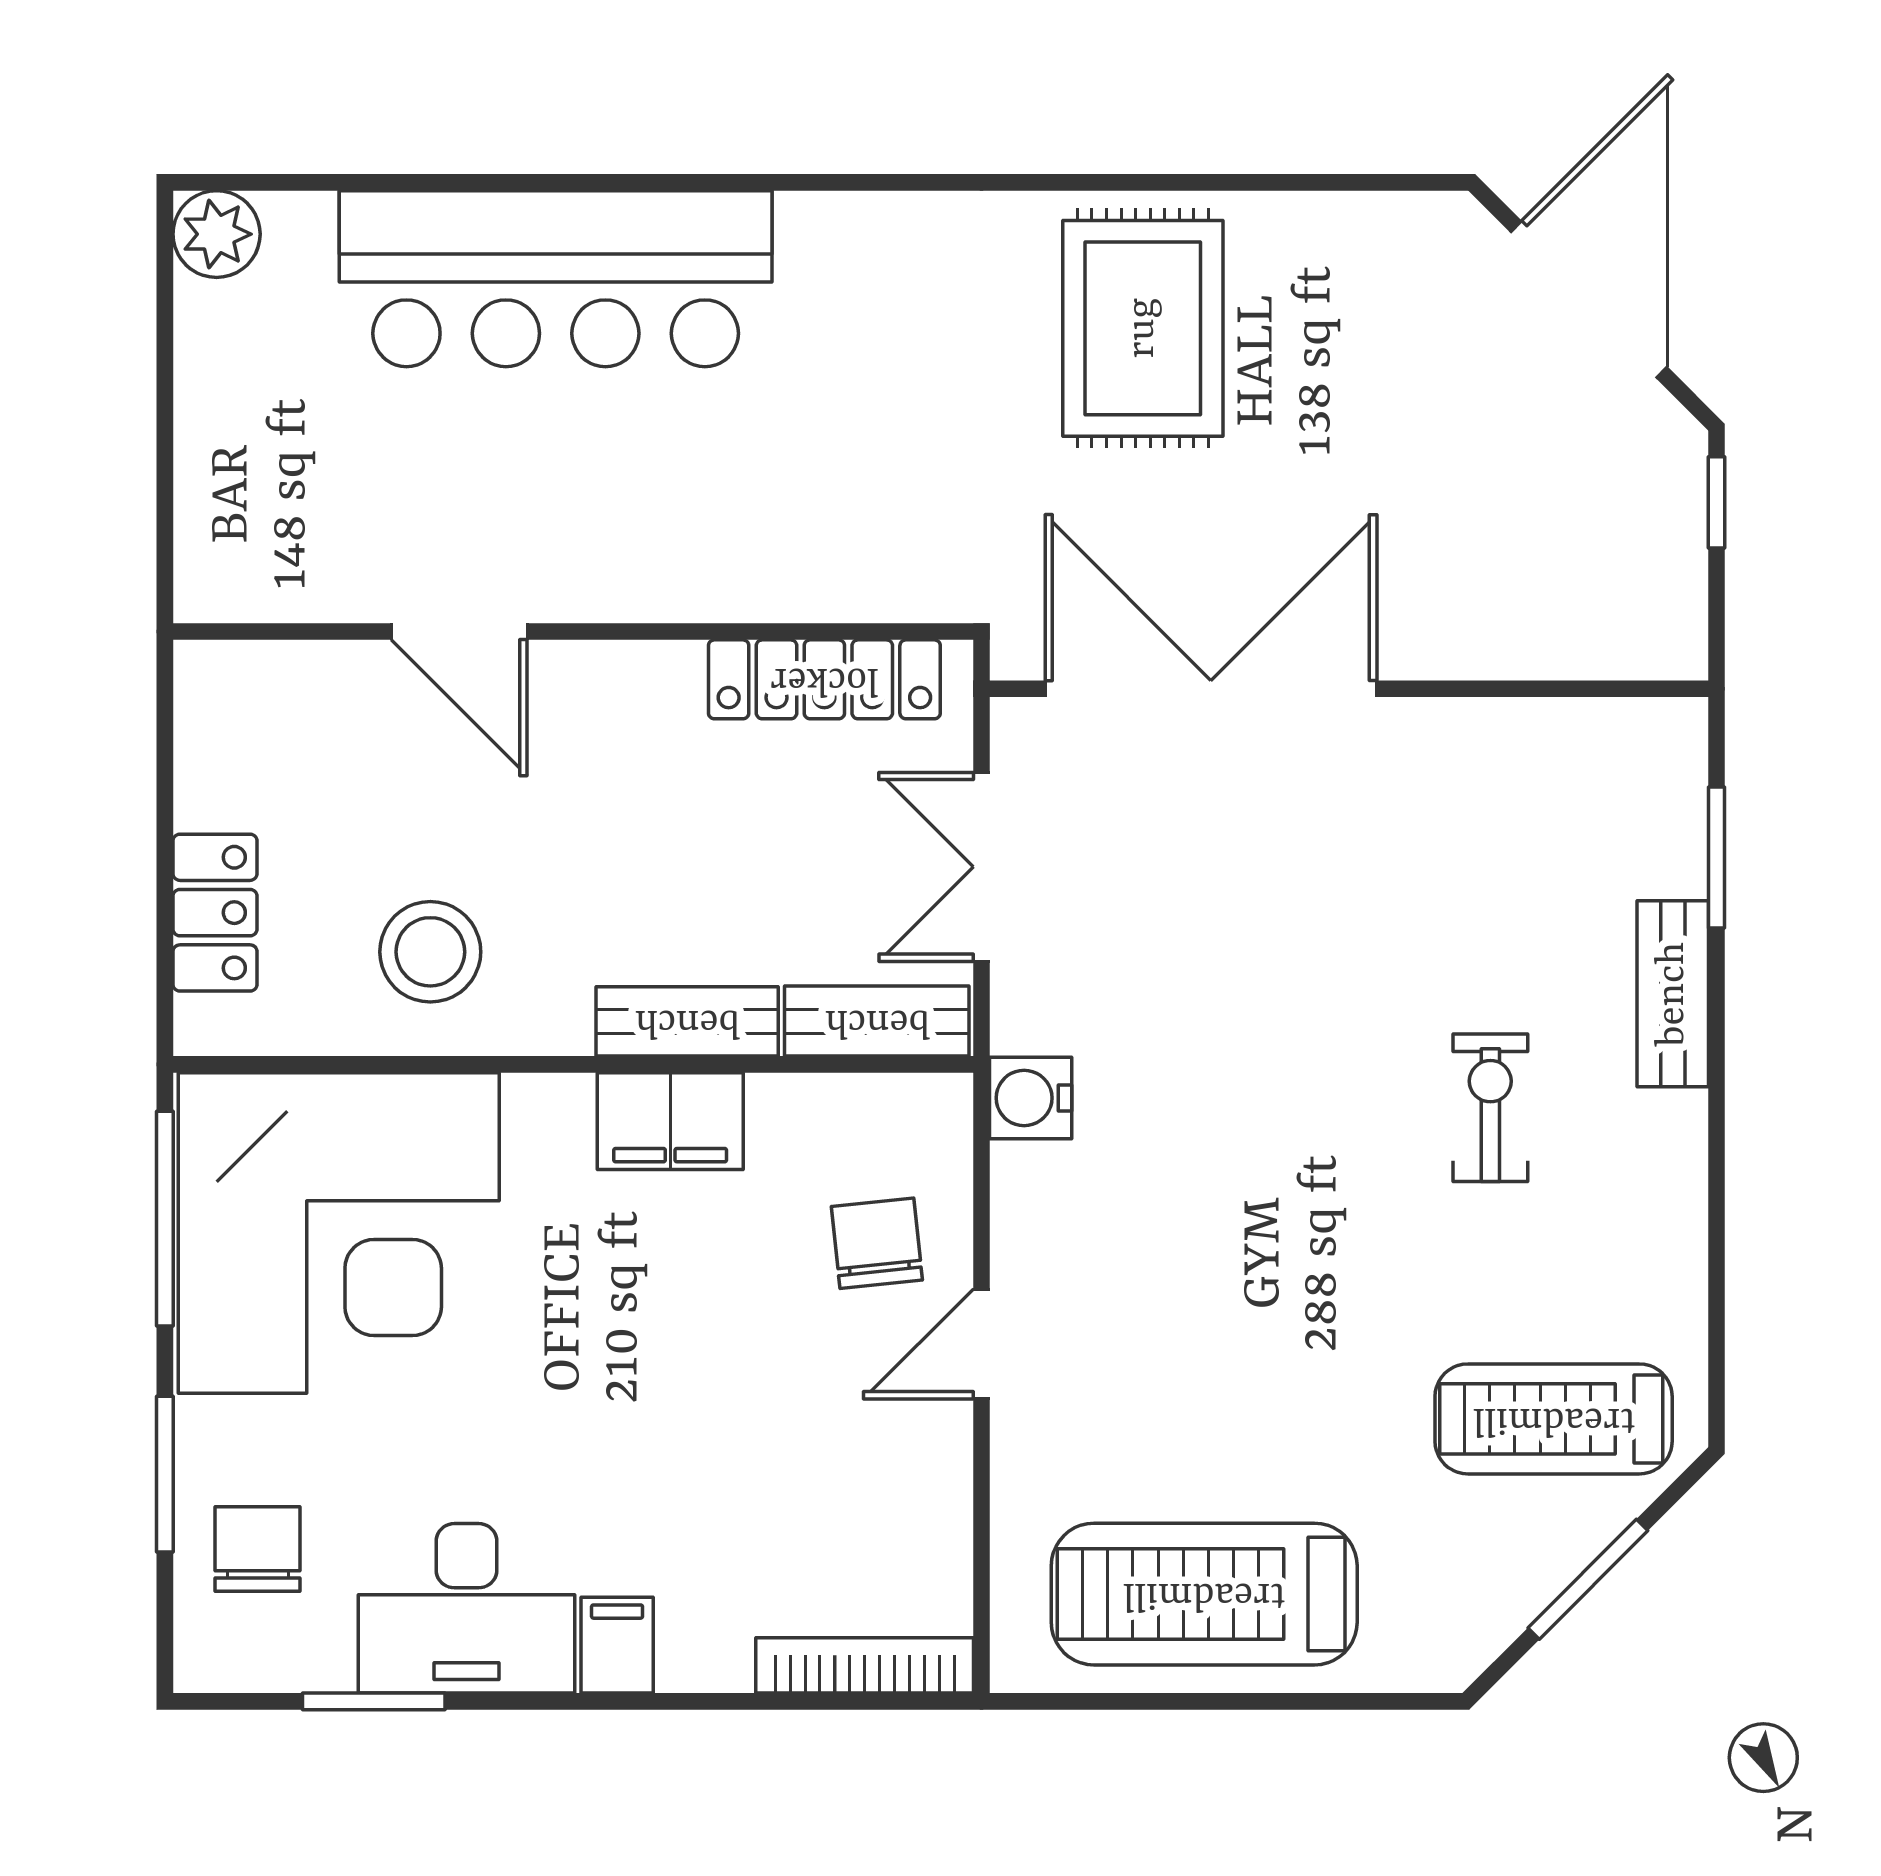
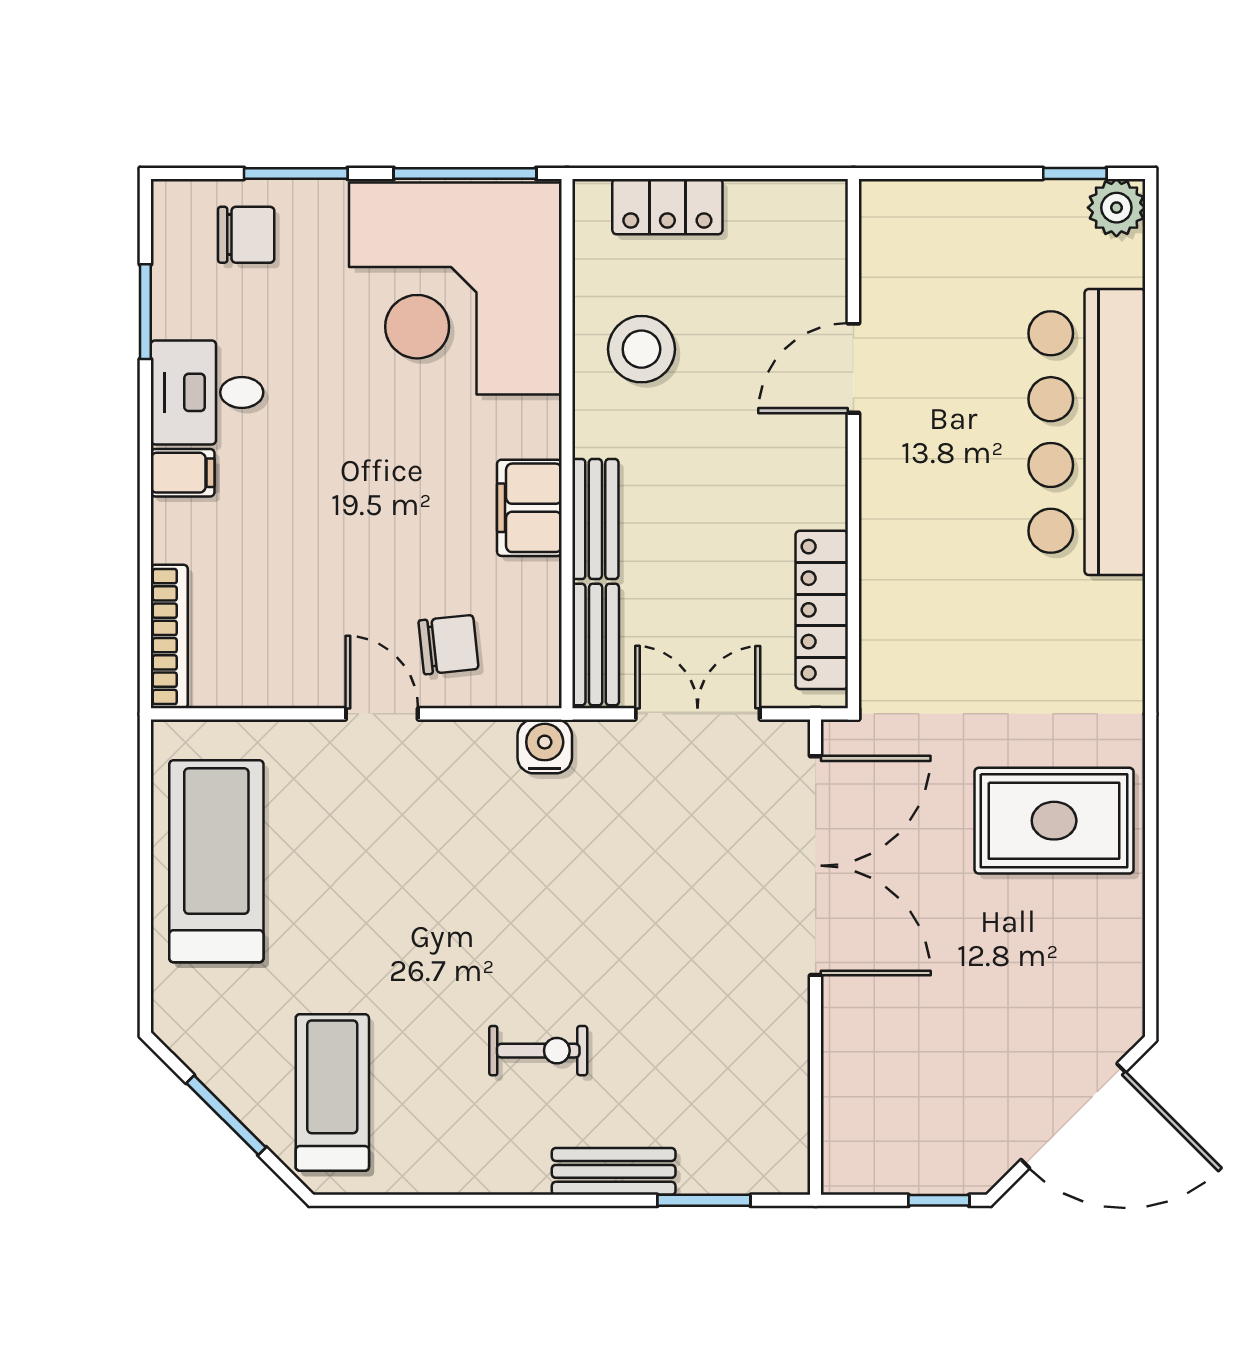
window: (165, 297) -> (1075, 173), added
desk: (466, 1608) -> (207, 392), width x0.73

